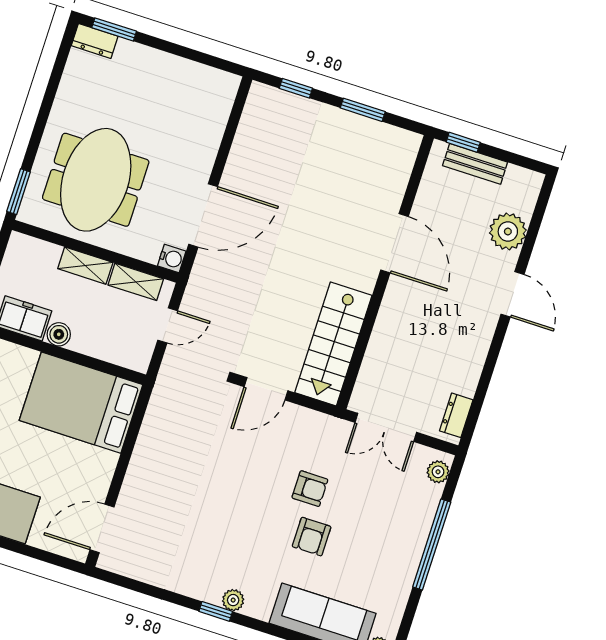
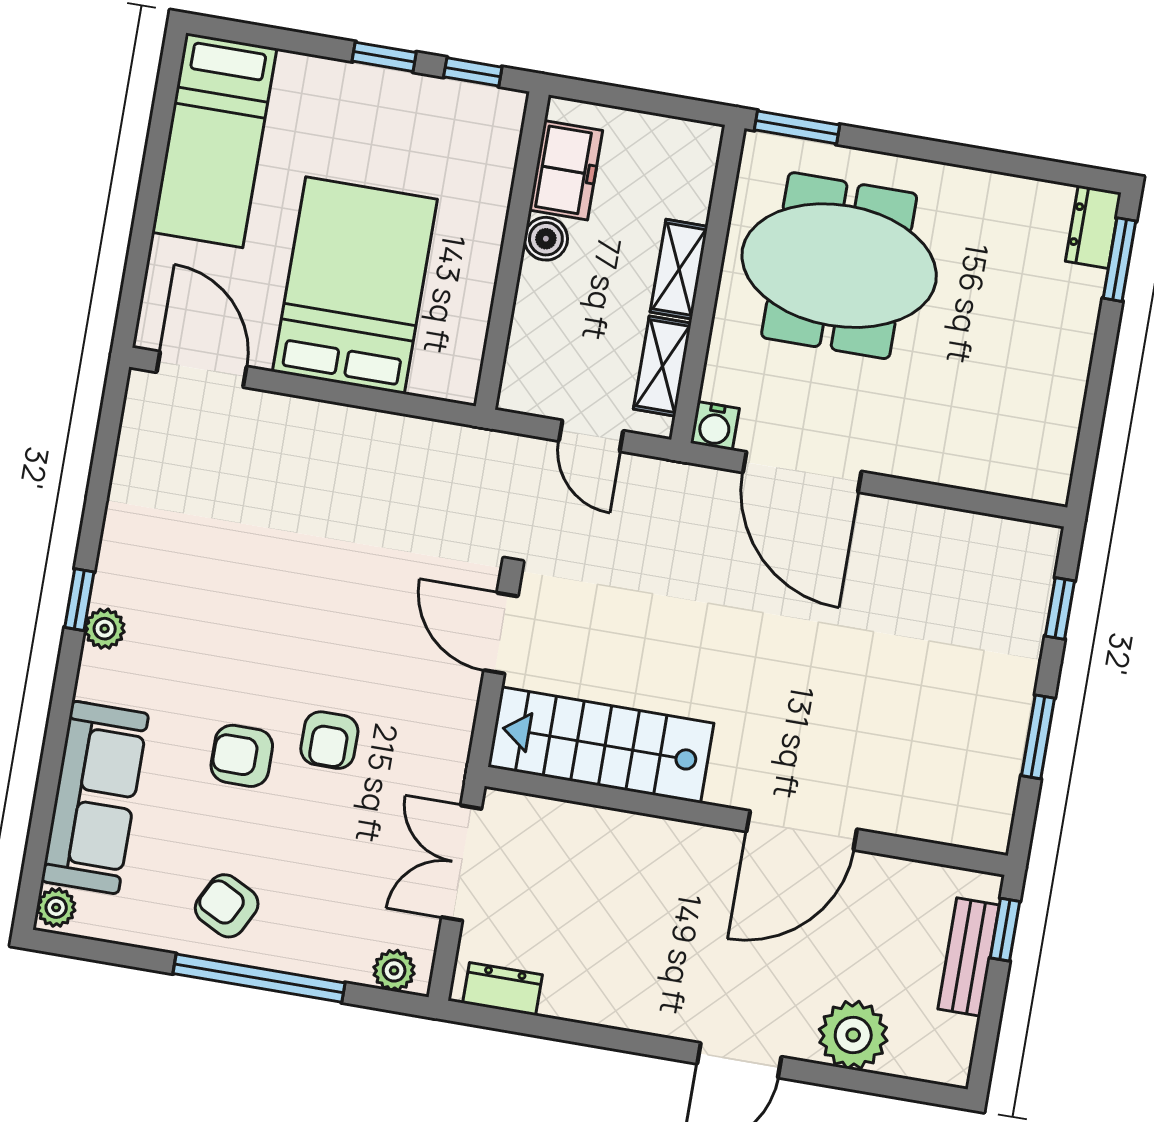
bed: (81, 403) -> (355, 285), moved
armchair: (391, 556) -> (227, 906), added

